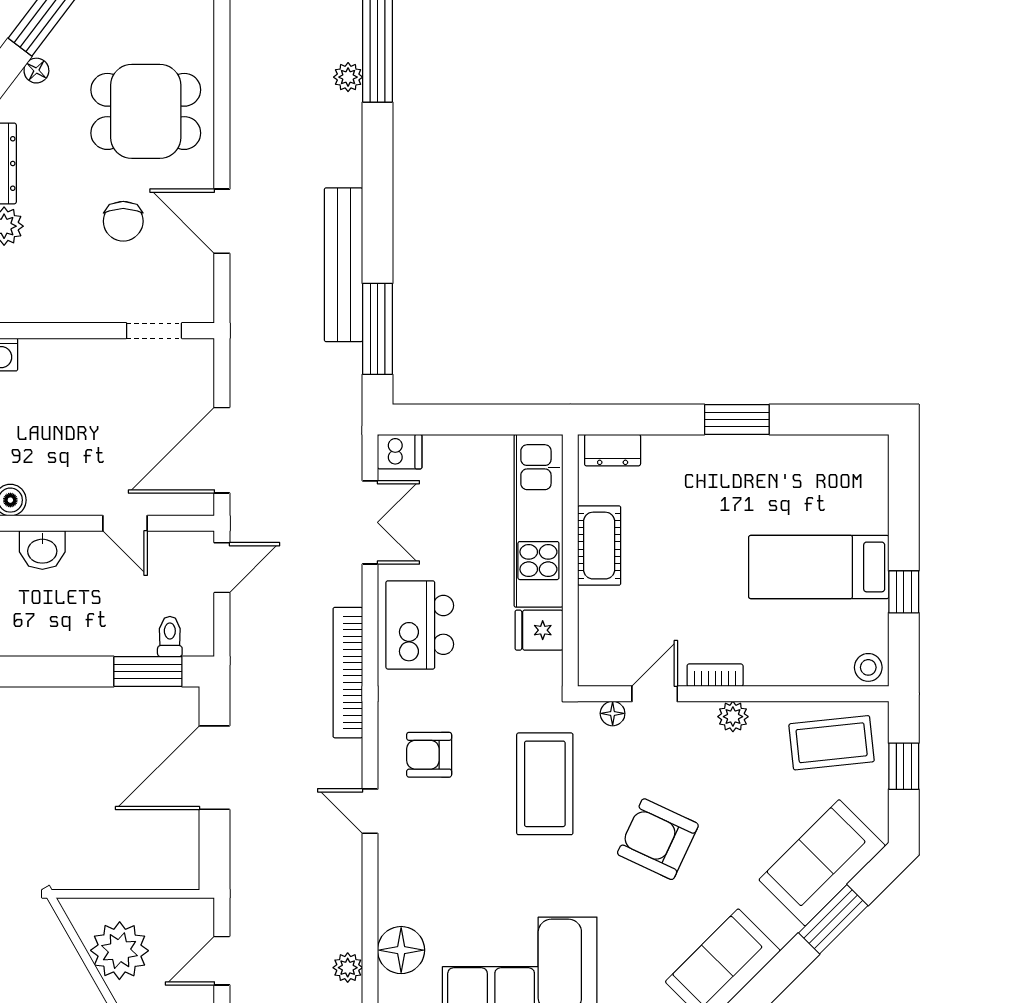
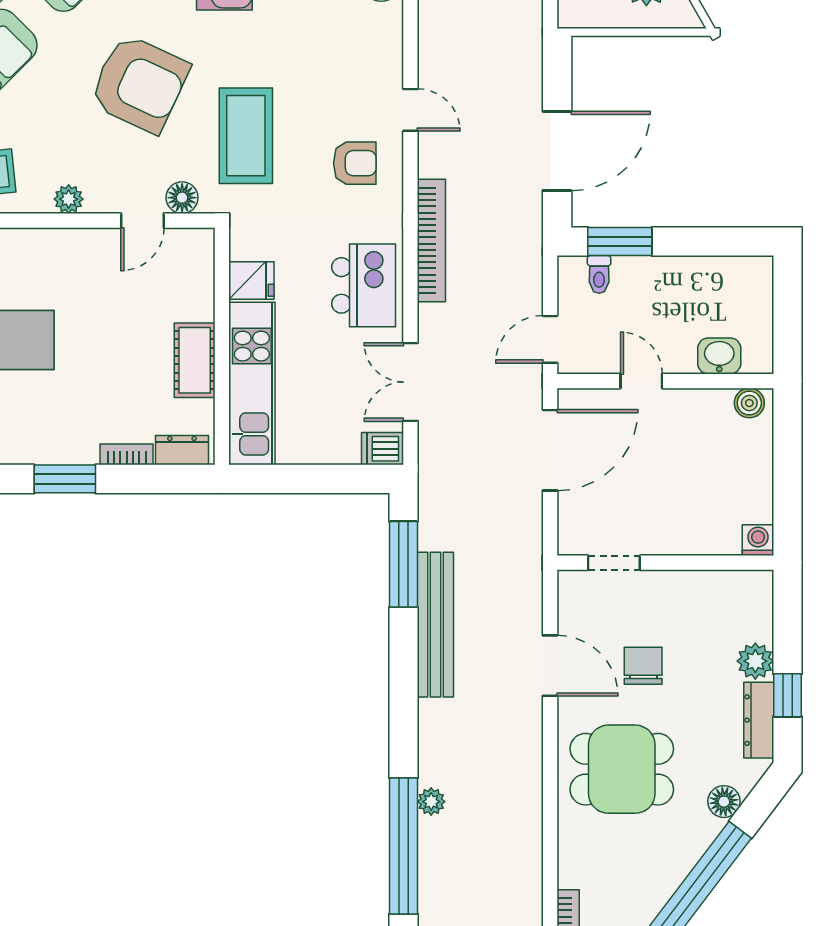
floor lamp: (36, 71) -> (724, 802), width x1.37, depth x1.37
bookcase: (715, 675) -> (127, 454), moved, turned 180
floor lamp: (613, 713) -> (182, 198), width x1.37, depth x1.37
armchair: (658, 839) -> (139, 84), width x1.36, depth x1.36

